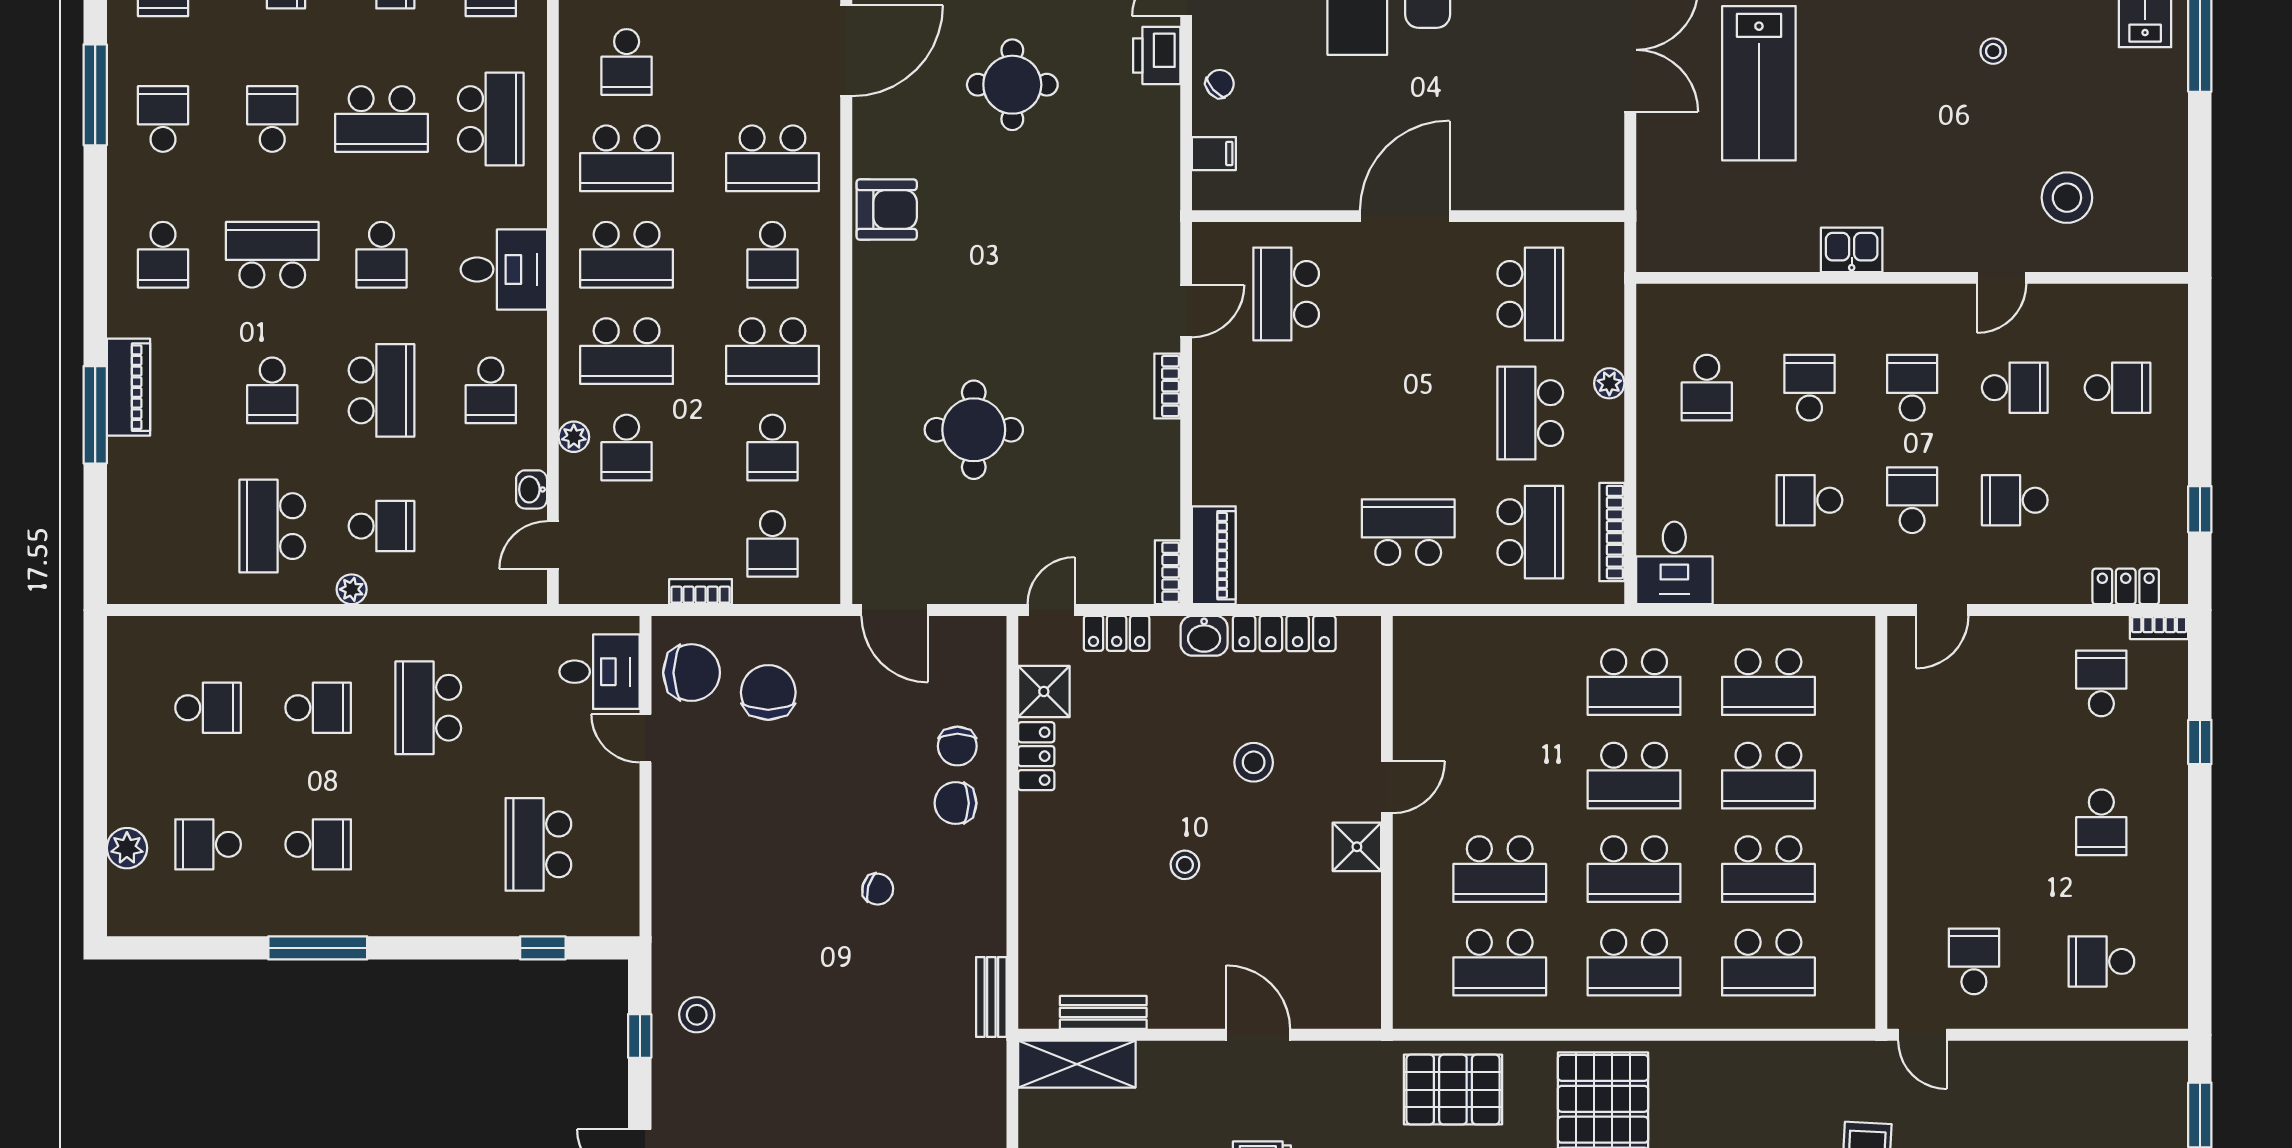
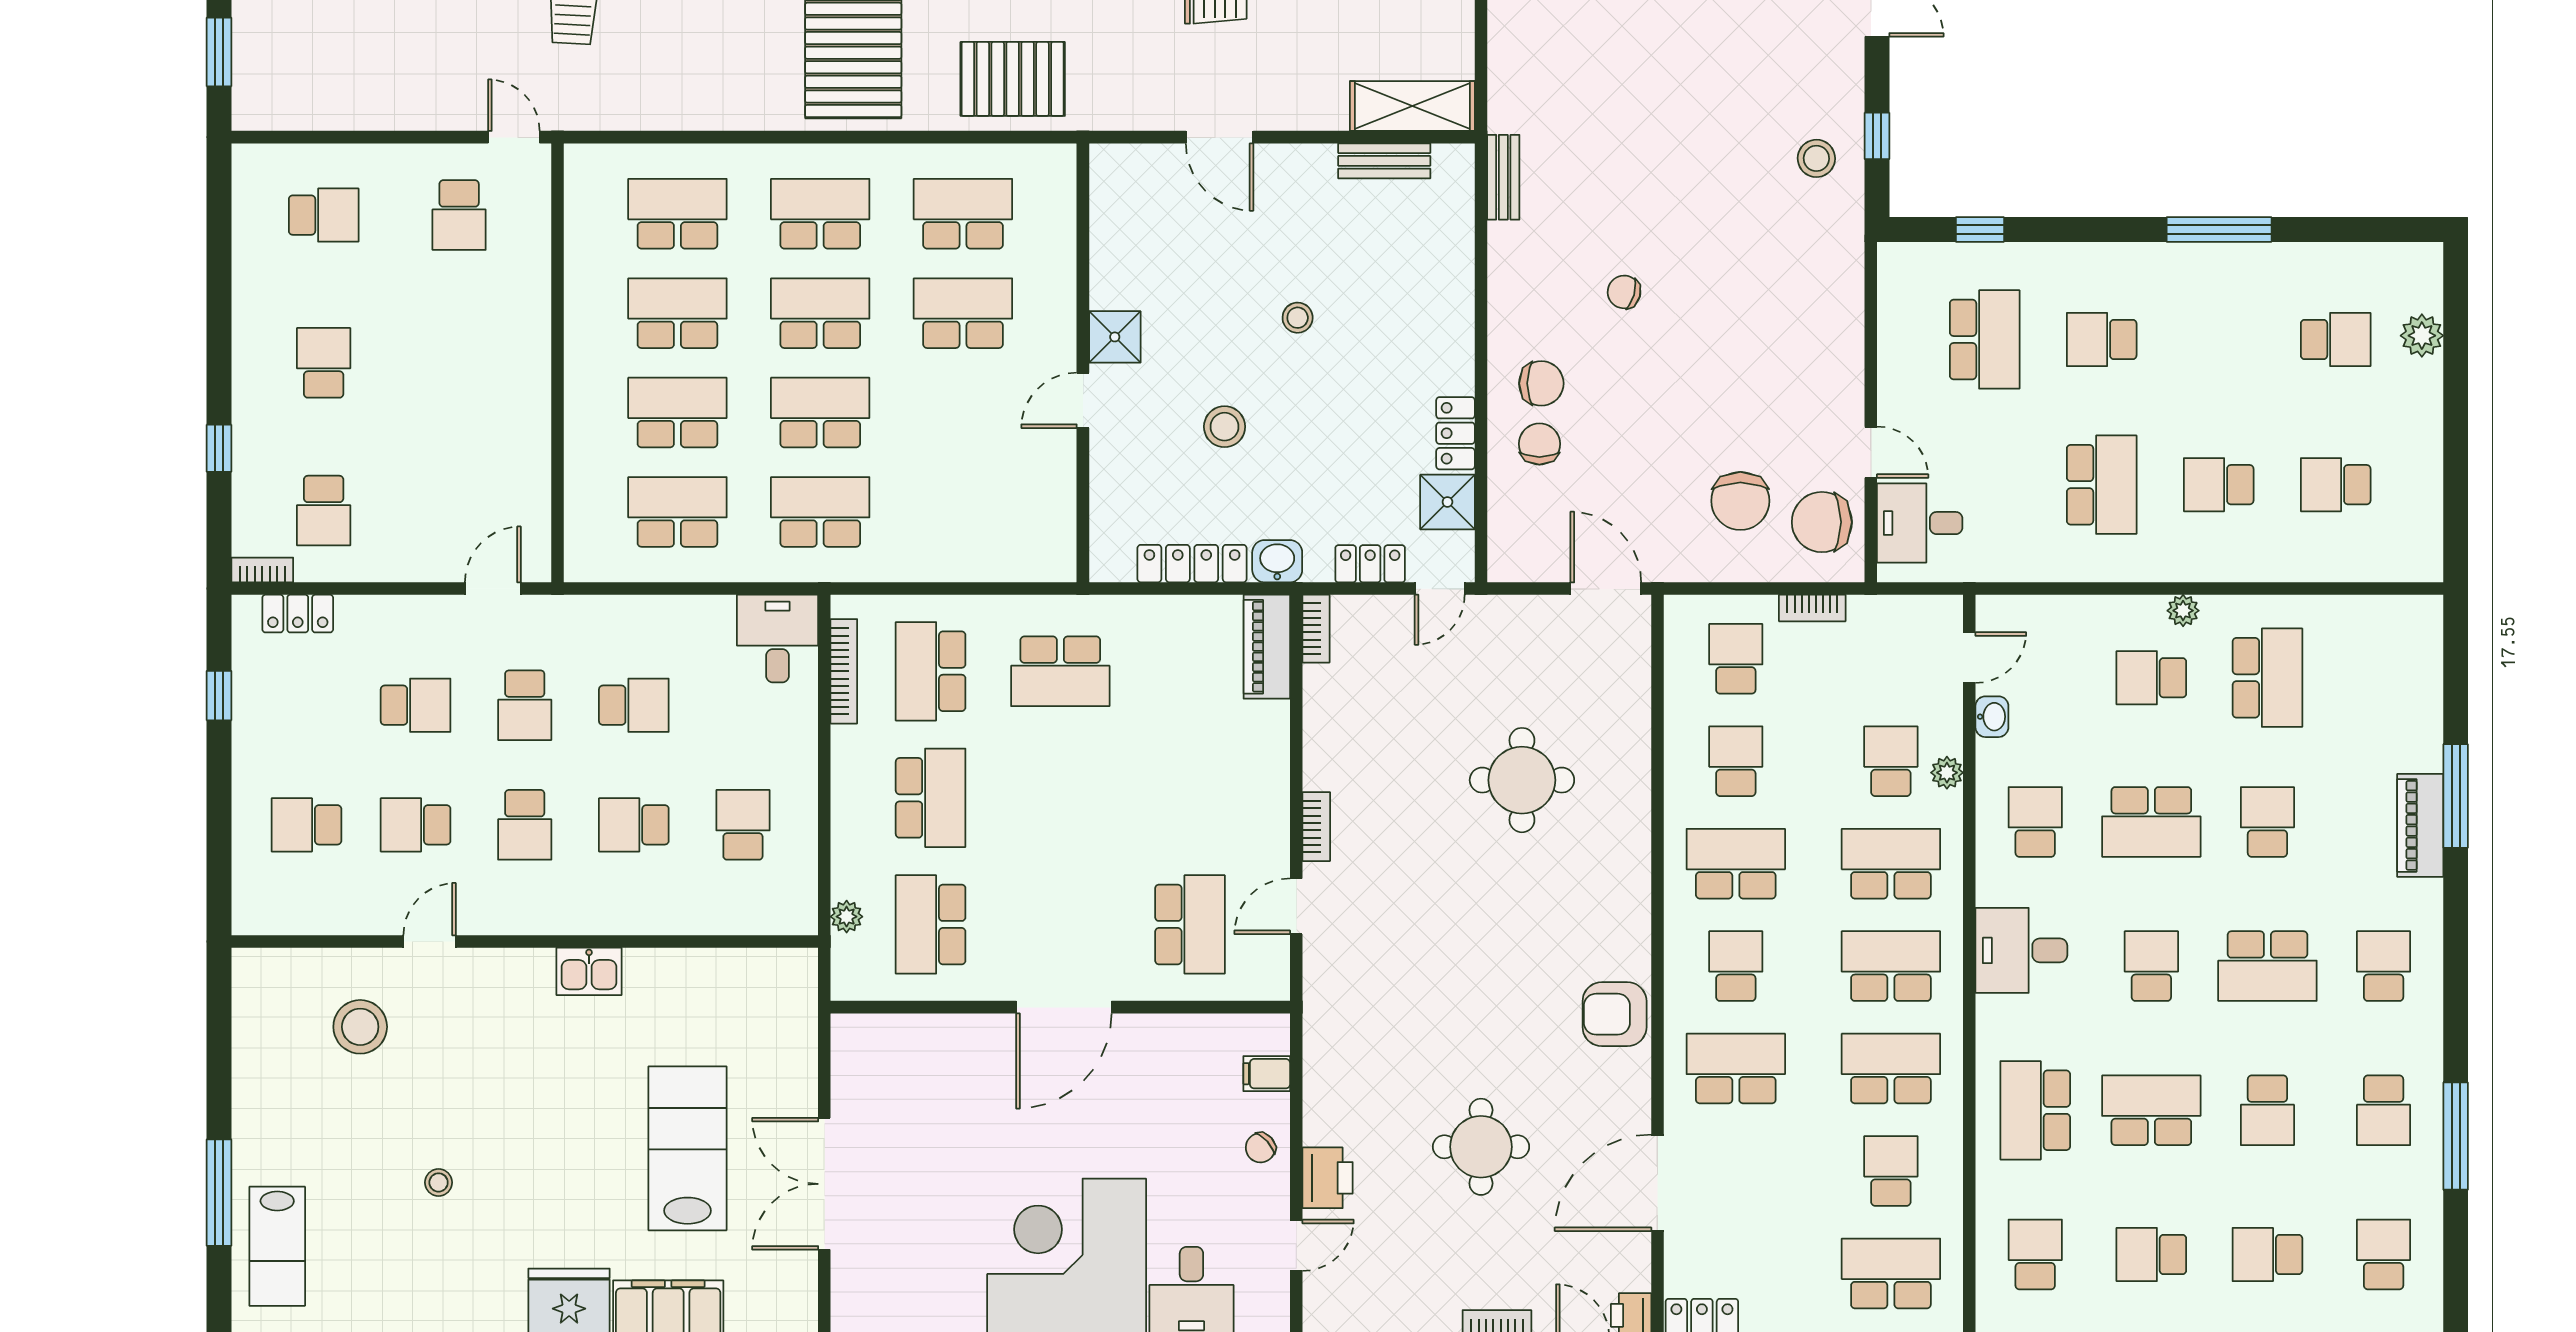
plant: (1609, 383) -> (847, 917), moved
school desk: (1809, 388) -> (634, 825), turned 90
school desk: (382, 390) -> (2151, 822), turned -90
school desk: (318, 844) -> (2102, 339), moved

